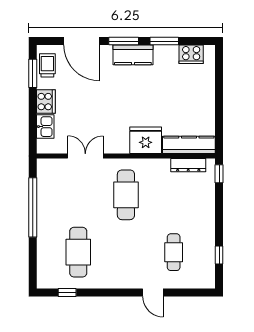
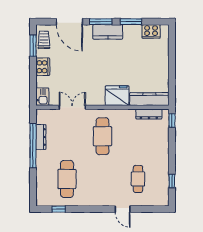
kitchen sink: (45, 127) -> (42, 97), moved
dresser: (43, 196) -> (41, 137), added

